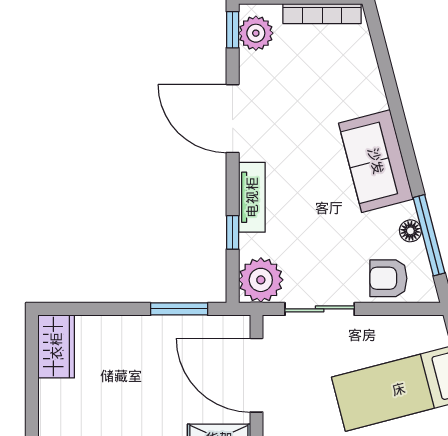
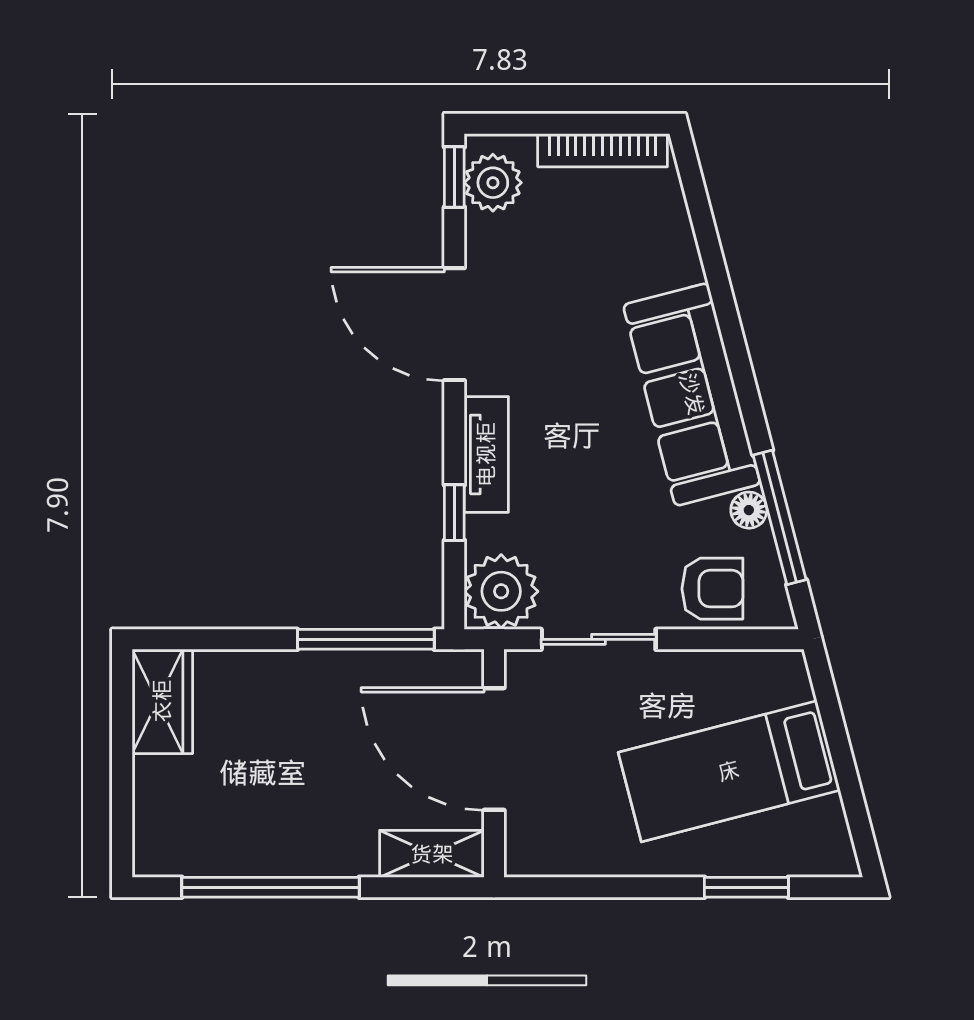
sofa: (376, 161) -> (692, 394), width x1.36
armchair: (388, 278) -> (712, 589), turned 180
window: (179, 309) -> (366, 639), width x1.44

